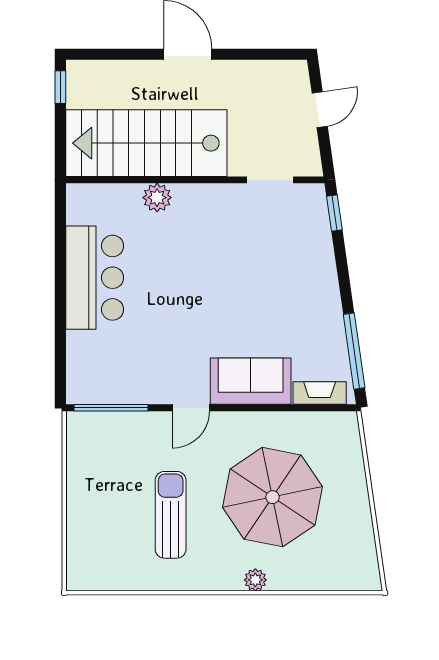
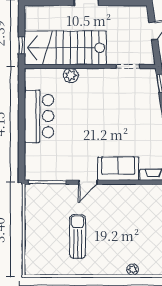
window: (60, 87) -> (22, 45), moved
parasol: (273, 497) -> (129, 228), removed
plant: (255, 580) -> (133, 270), moved

